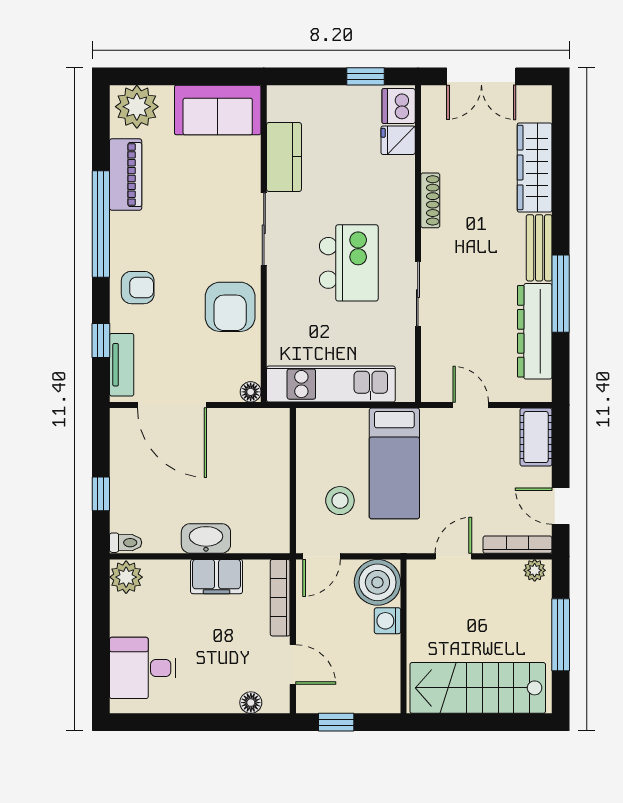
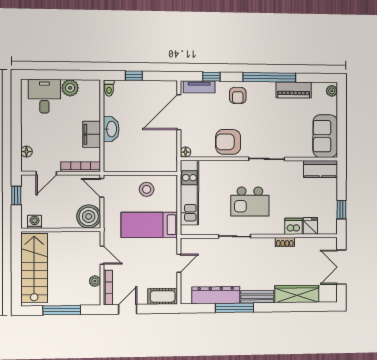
dishwasher: (399, 106) -> (294, 226), moved
plant: (137, 107) -> (332, 91), width x0.53, depth x0.53
kitchen counter: (284, 157) -> (320, 169), moved
shoe rack: (430, 200) -> (285, 242), width x0.70
stool: (340, 501) -> (147, 189), moved
plant: (535, 570) -> (95, 281), moved
plant: (126, 577) -> (70, 88), moved
washing machine: (387, 621) -> (35, 222), moved

